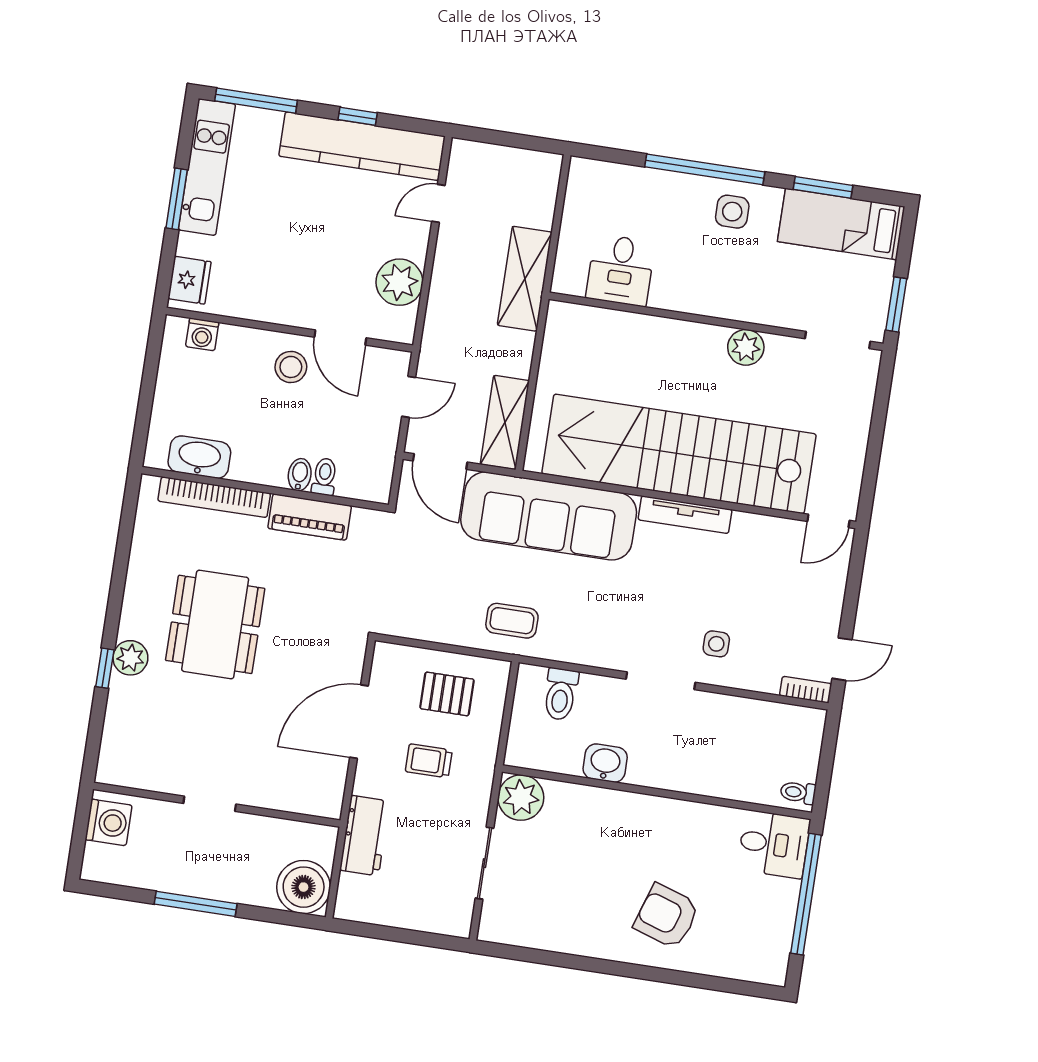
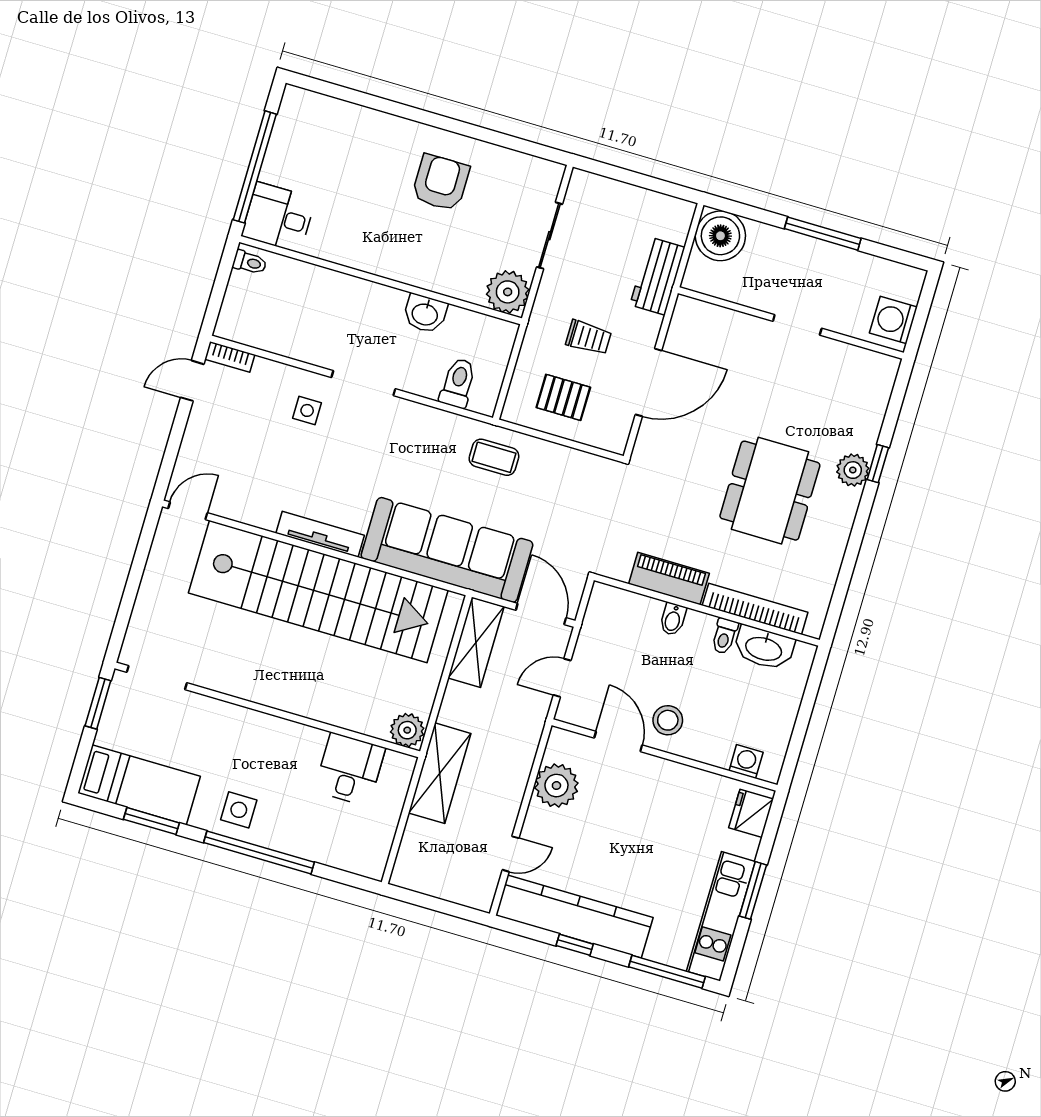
plant: (746, 347) -> (407, 730), moved
toilet: (324, 477) -> (724, 636), moved
armchair: (667, 916) -> (441, 183), moved, turned -108

